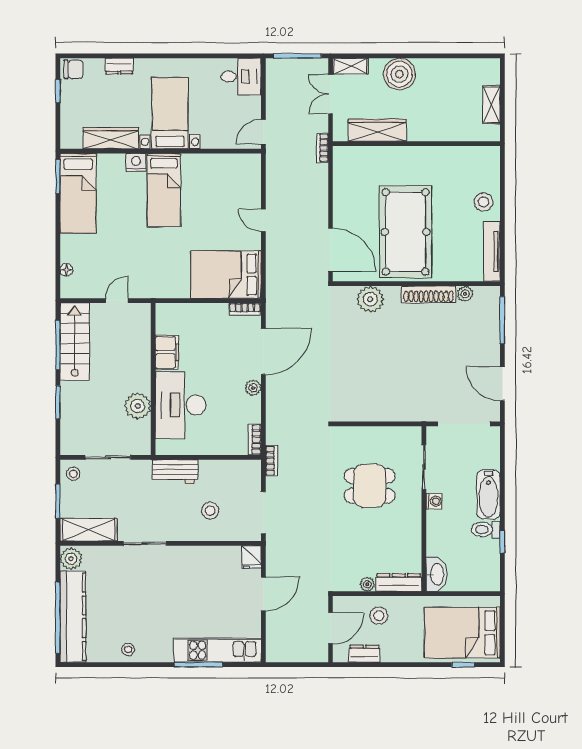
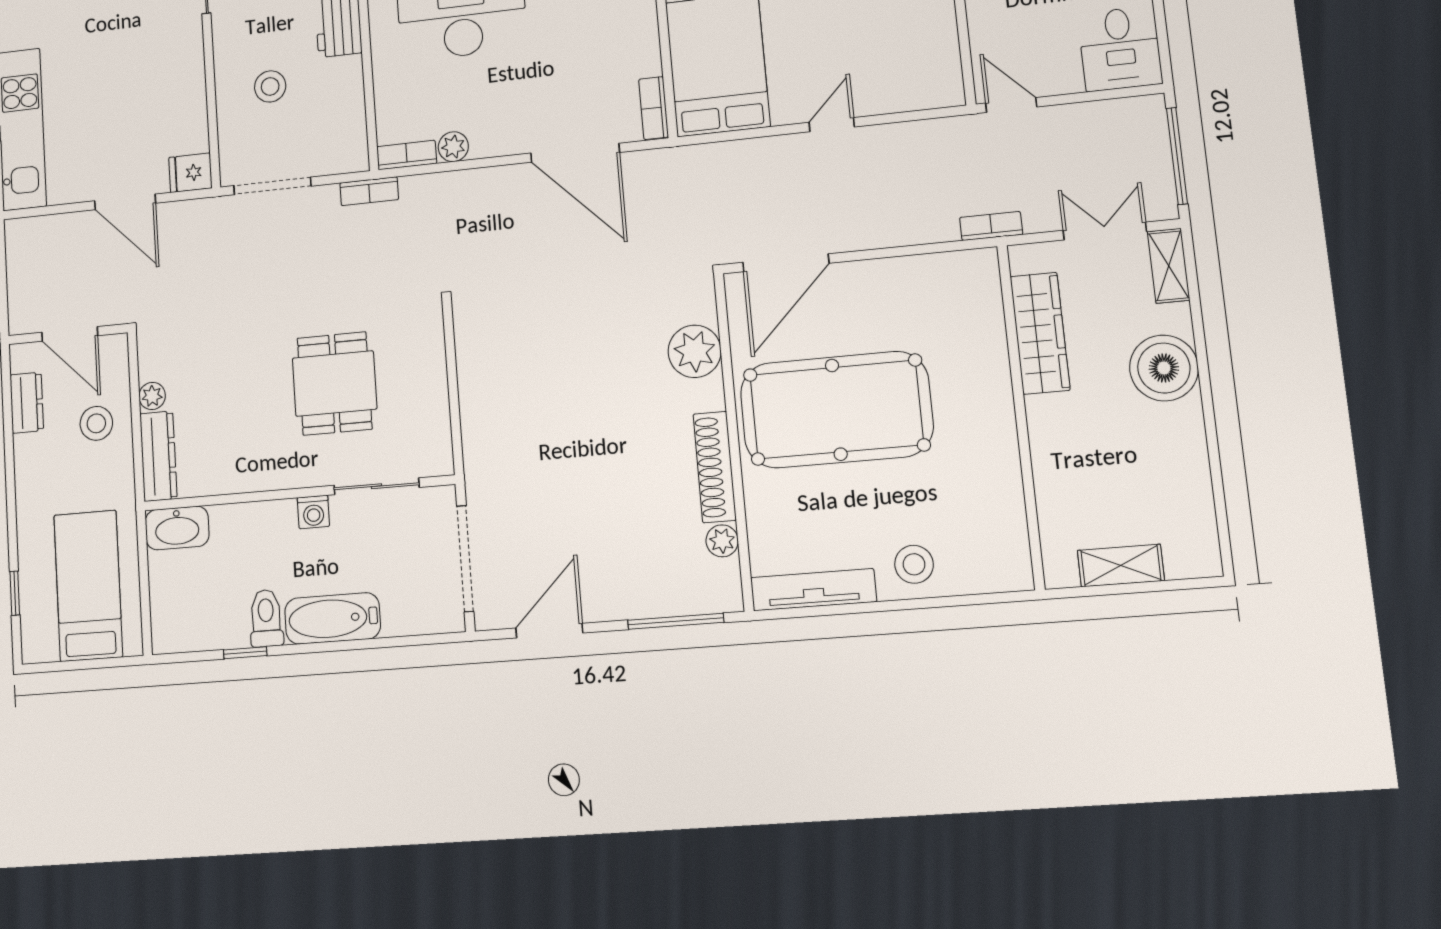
plant: (253, 388) -> (453, 147), moved
bed: (462, 633) -> (88, 586), width x0.67

